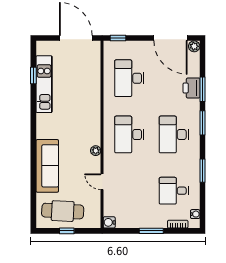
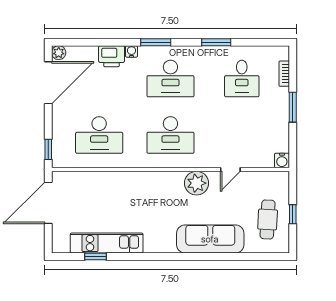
window: (202, 89) -> (113, 42), removed
plant: (96, 151) -> (197, 183), width x1.88, depth x1.88
cafe table: (63, 211) -> (268, 219), width x0.73, depth x0.74
water cooler: (195, 214) -> (131, 51), moved

